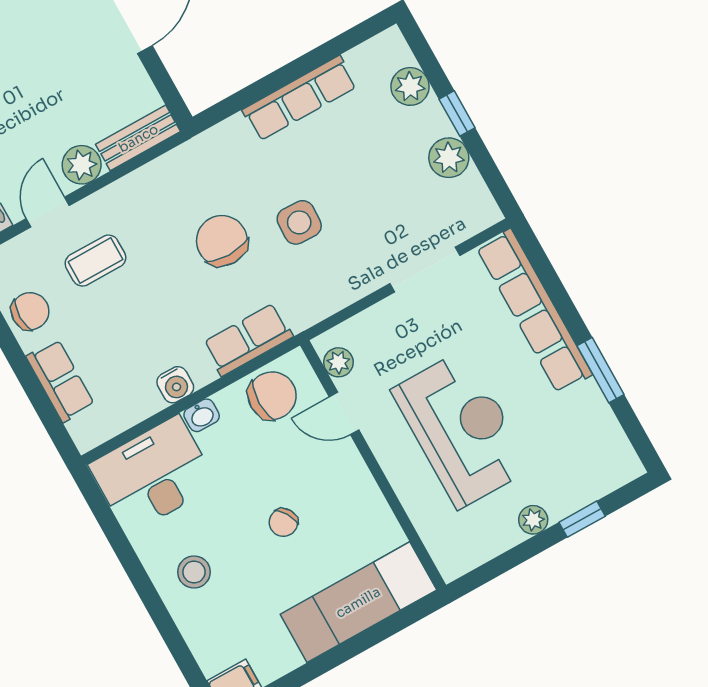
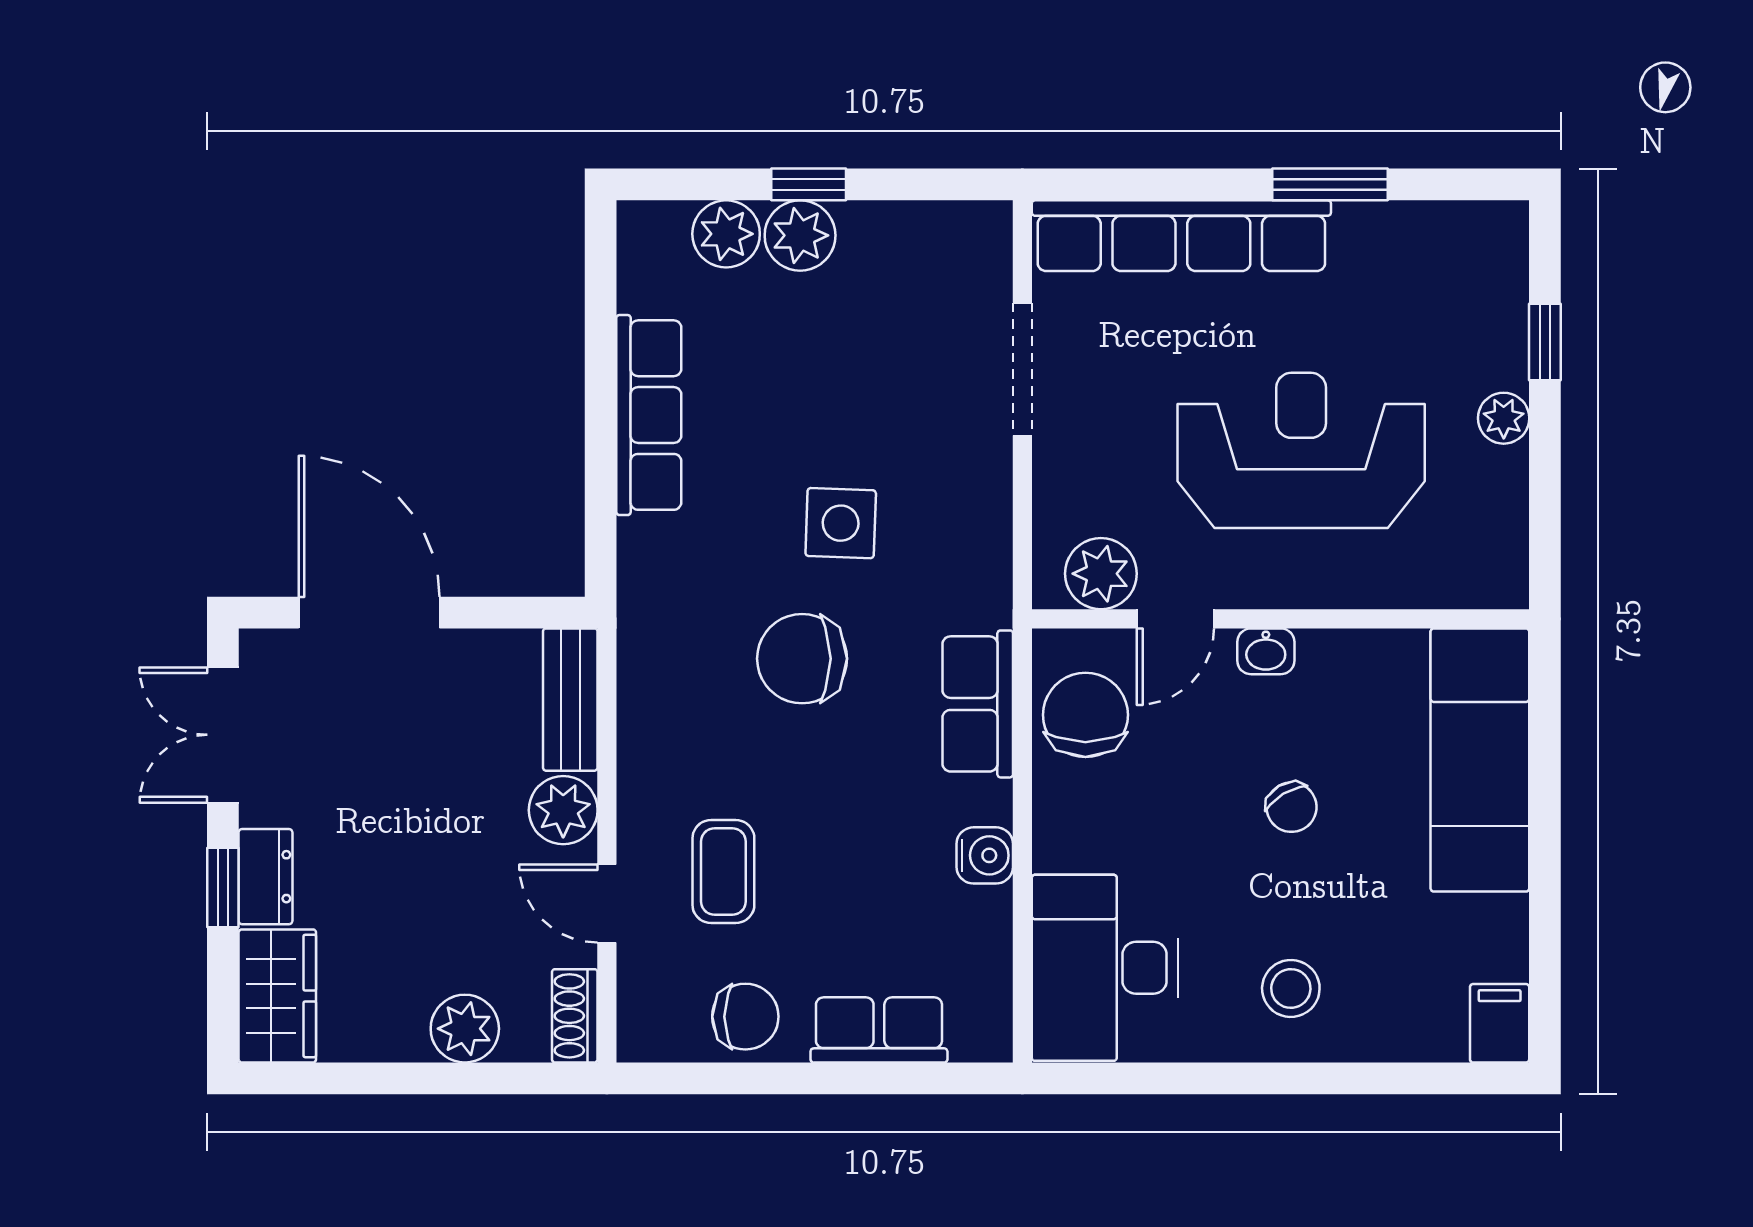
plant: (449, 158) -> (800, 235), moved
chair: (30, 311) -> (745, 1017), turned 90
plant: (338, 362) -> (1101, 574), width x1.38, depth x1.38
washbasin: (202, 415) -> (1266, 651), moved, turned 90

